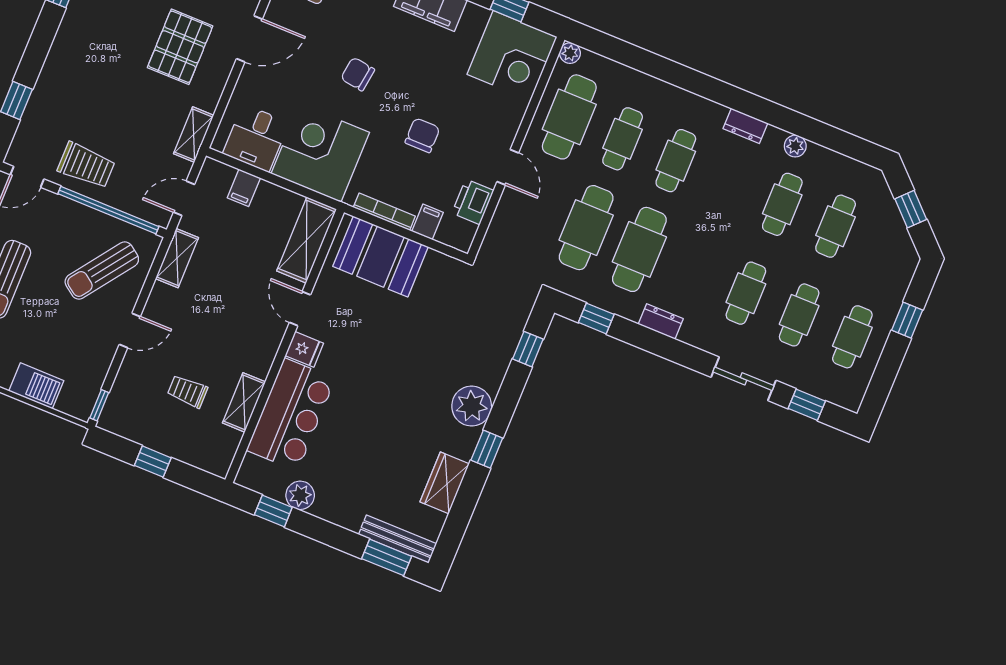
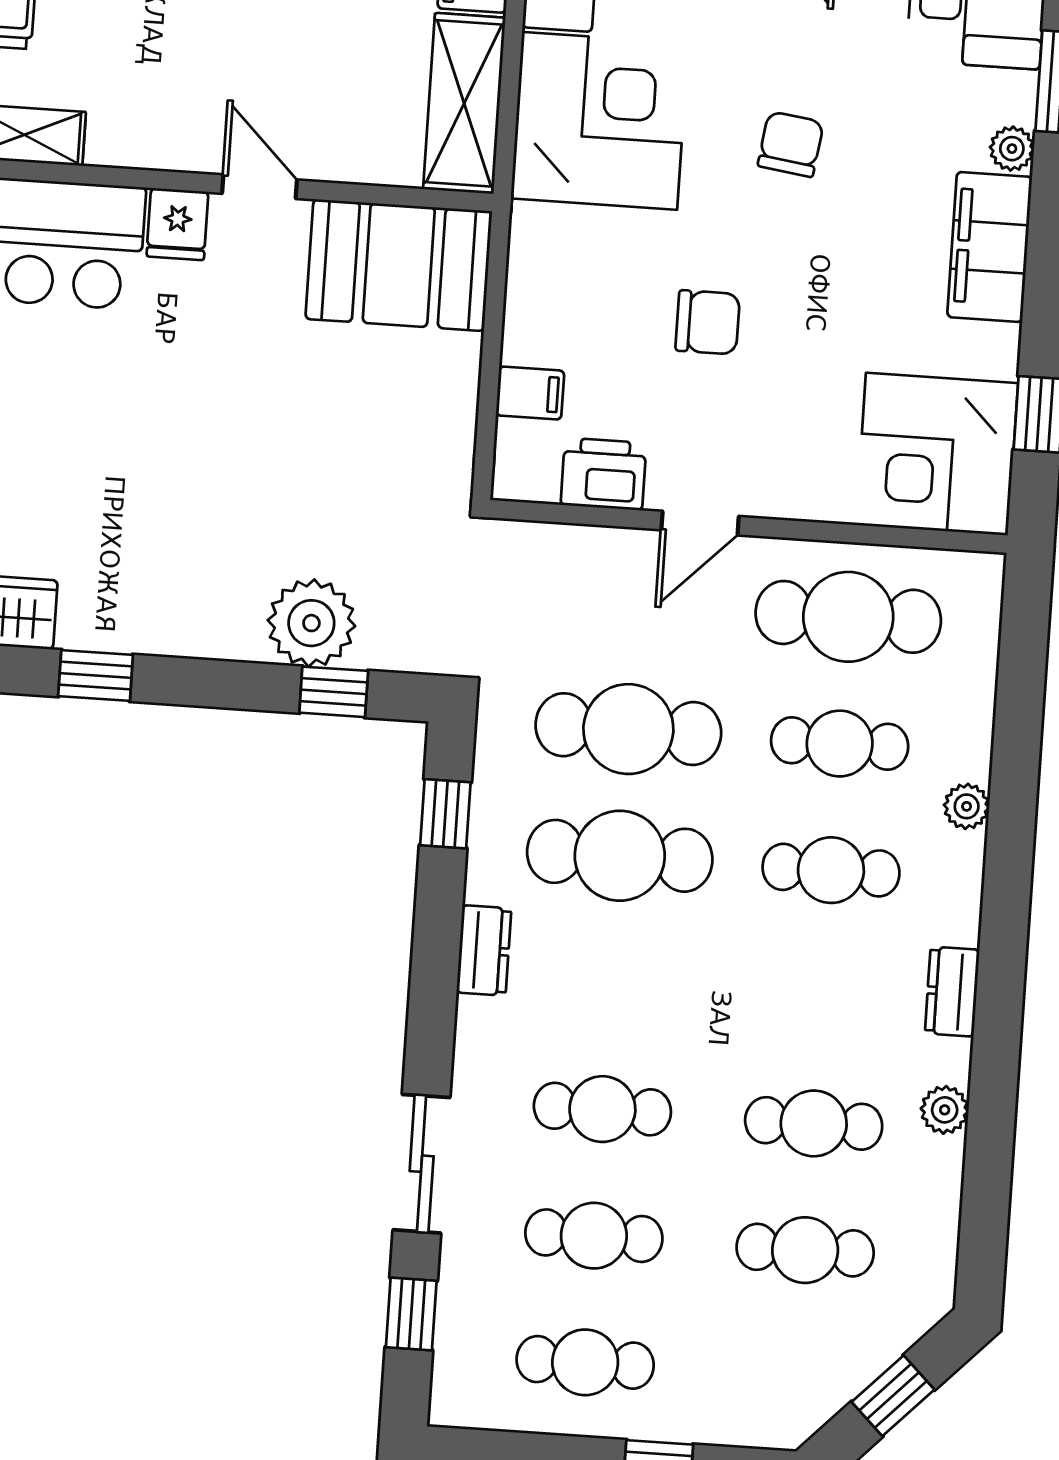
plant: (570, 53) -> (967, 806), moved
bookcase: (384, 212) -> (521, 296), removed
shelving: (307, 240) -> (464, 103), moved, turned 90
booth: (381, 257) -> (399, 265), moved, turned 90
door: (300, 309) -> (260, 187), hinge flipped
plant: (472, 406) -> (311, 623), moved

